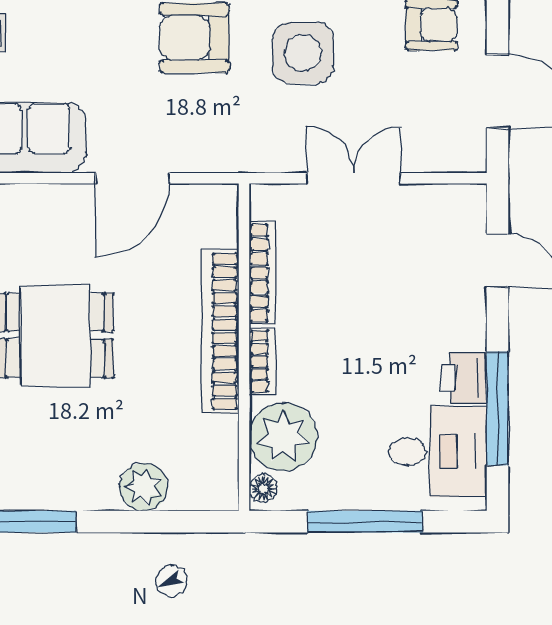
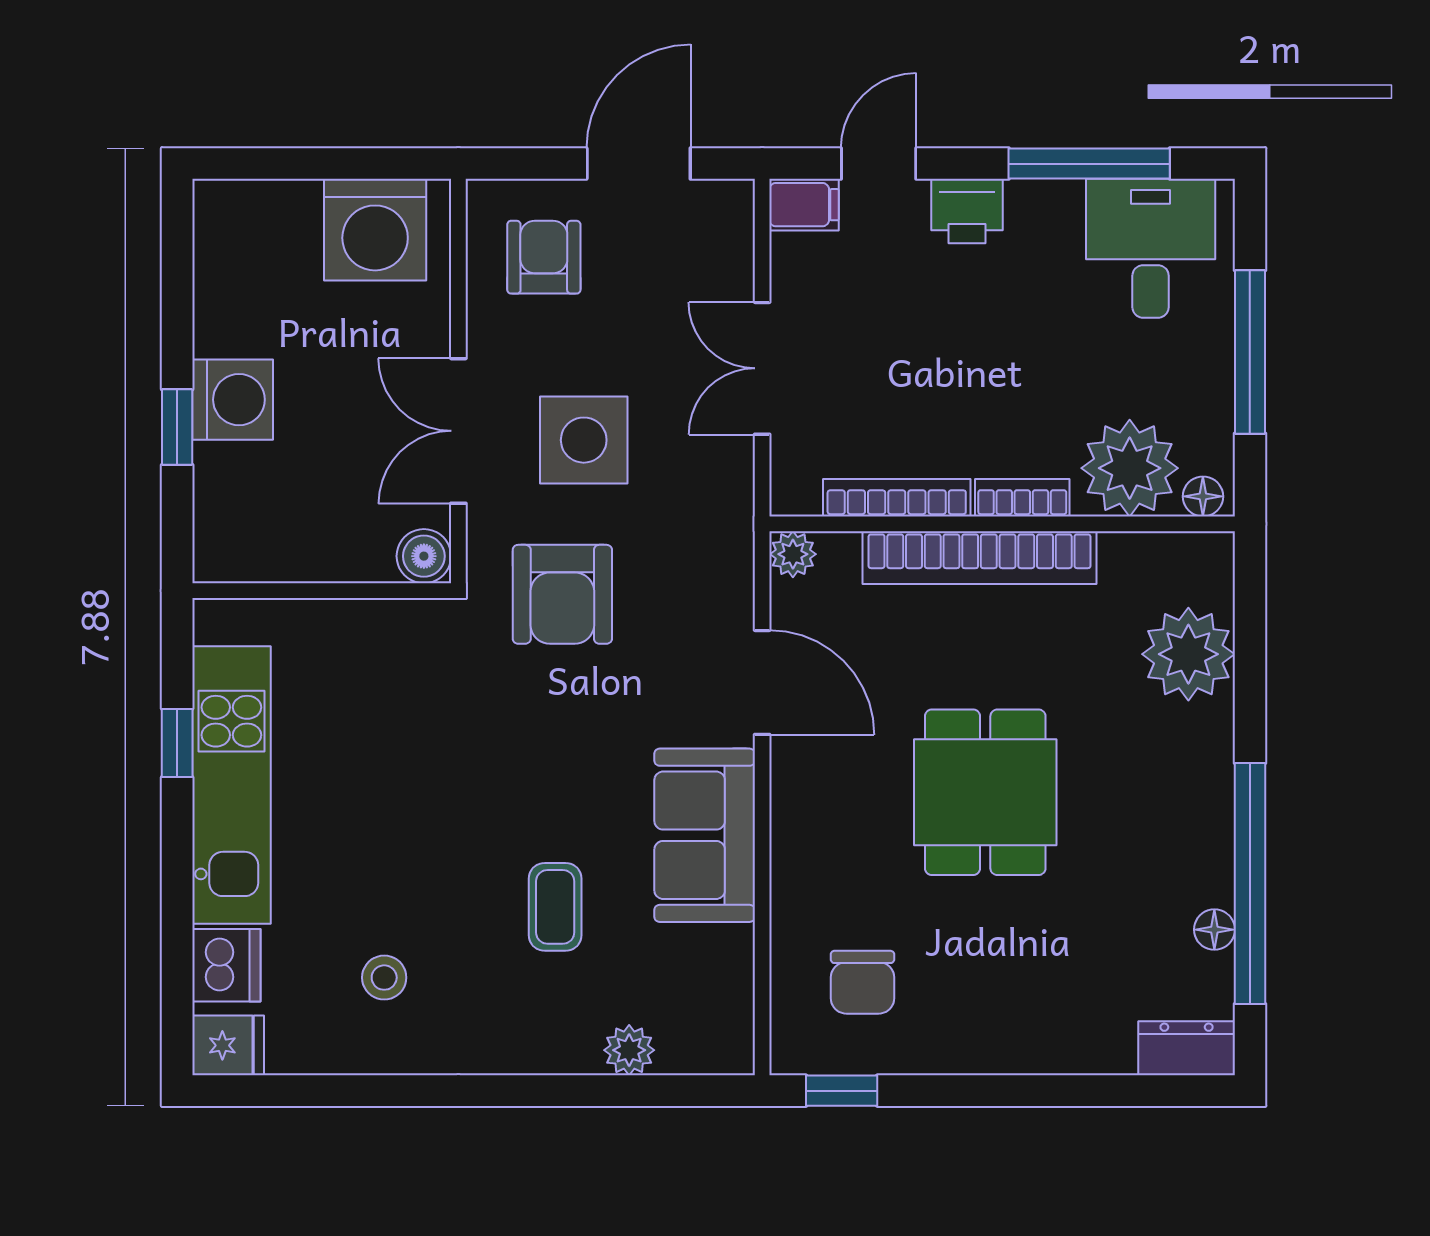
plant: (223, 200) -> (793, 554), added
filing cabinet: (469, 208) -> (804, 205), added
printer: (464, 378) -> (967, 211), moved
plant: (144, 487) -> (1188, 654), width x1.36, depth x1.36

